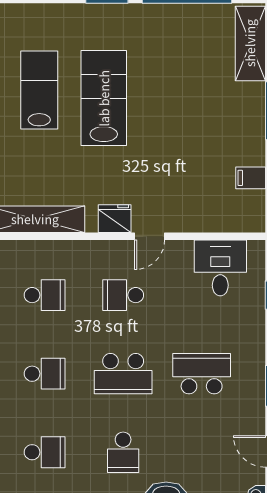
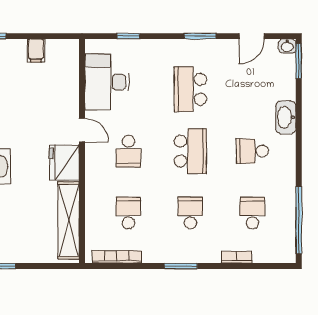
fridge: (115, 219) -> (64, 162), width x1.36, depth x1.34
desk: (220, 268) -> (107, 82), width x1.37
school desk: (123, 452) -> (252, 151), turned 180

